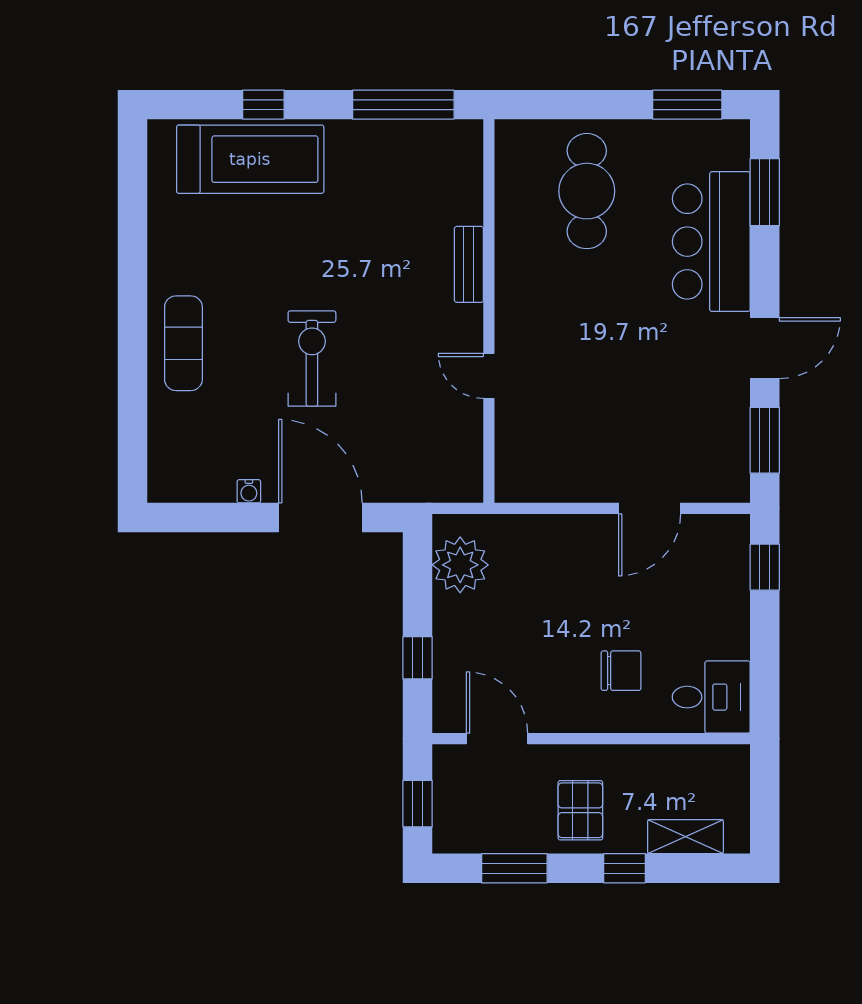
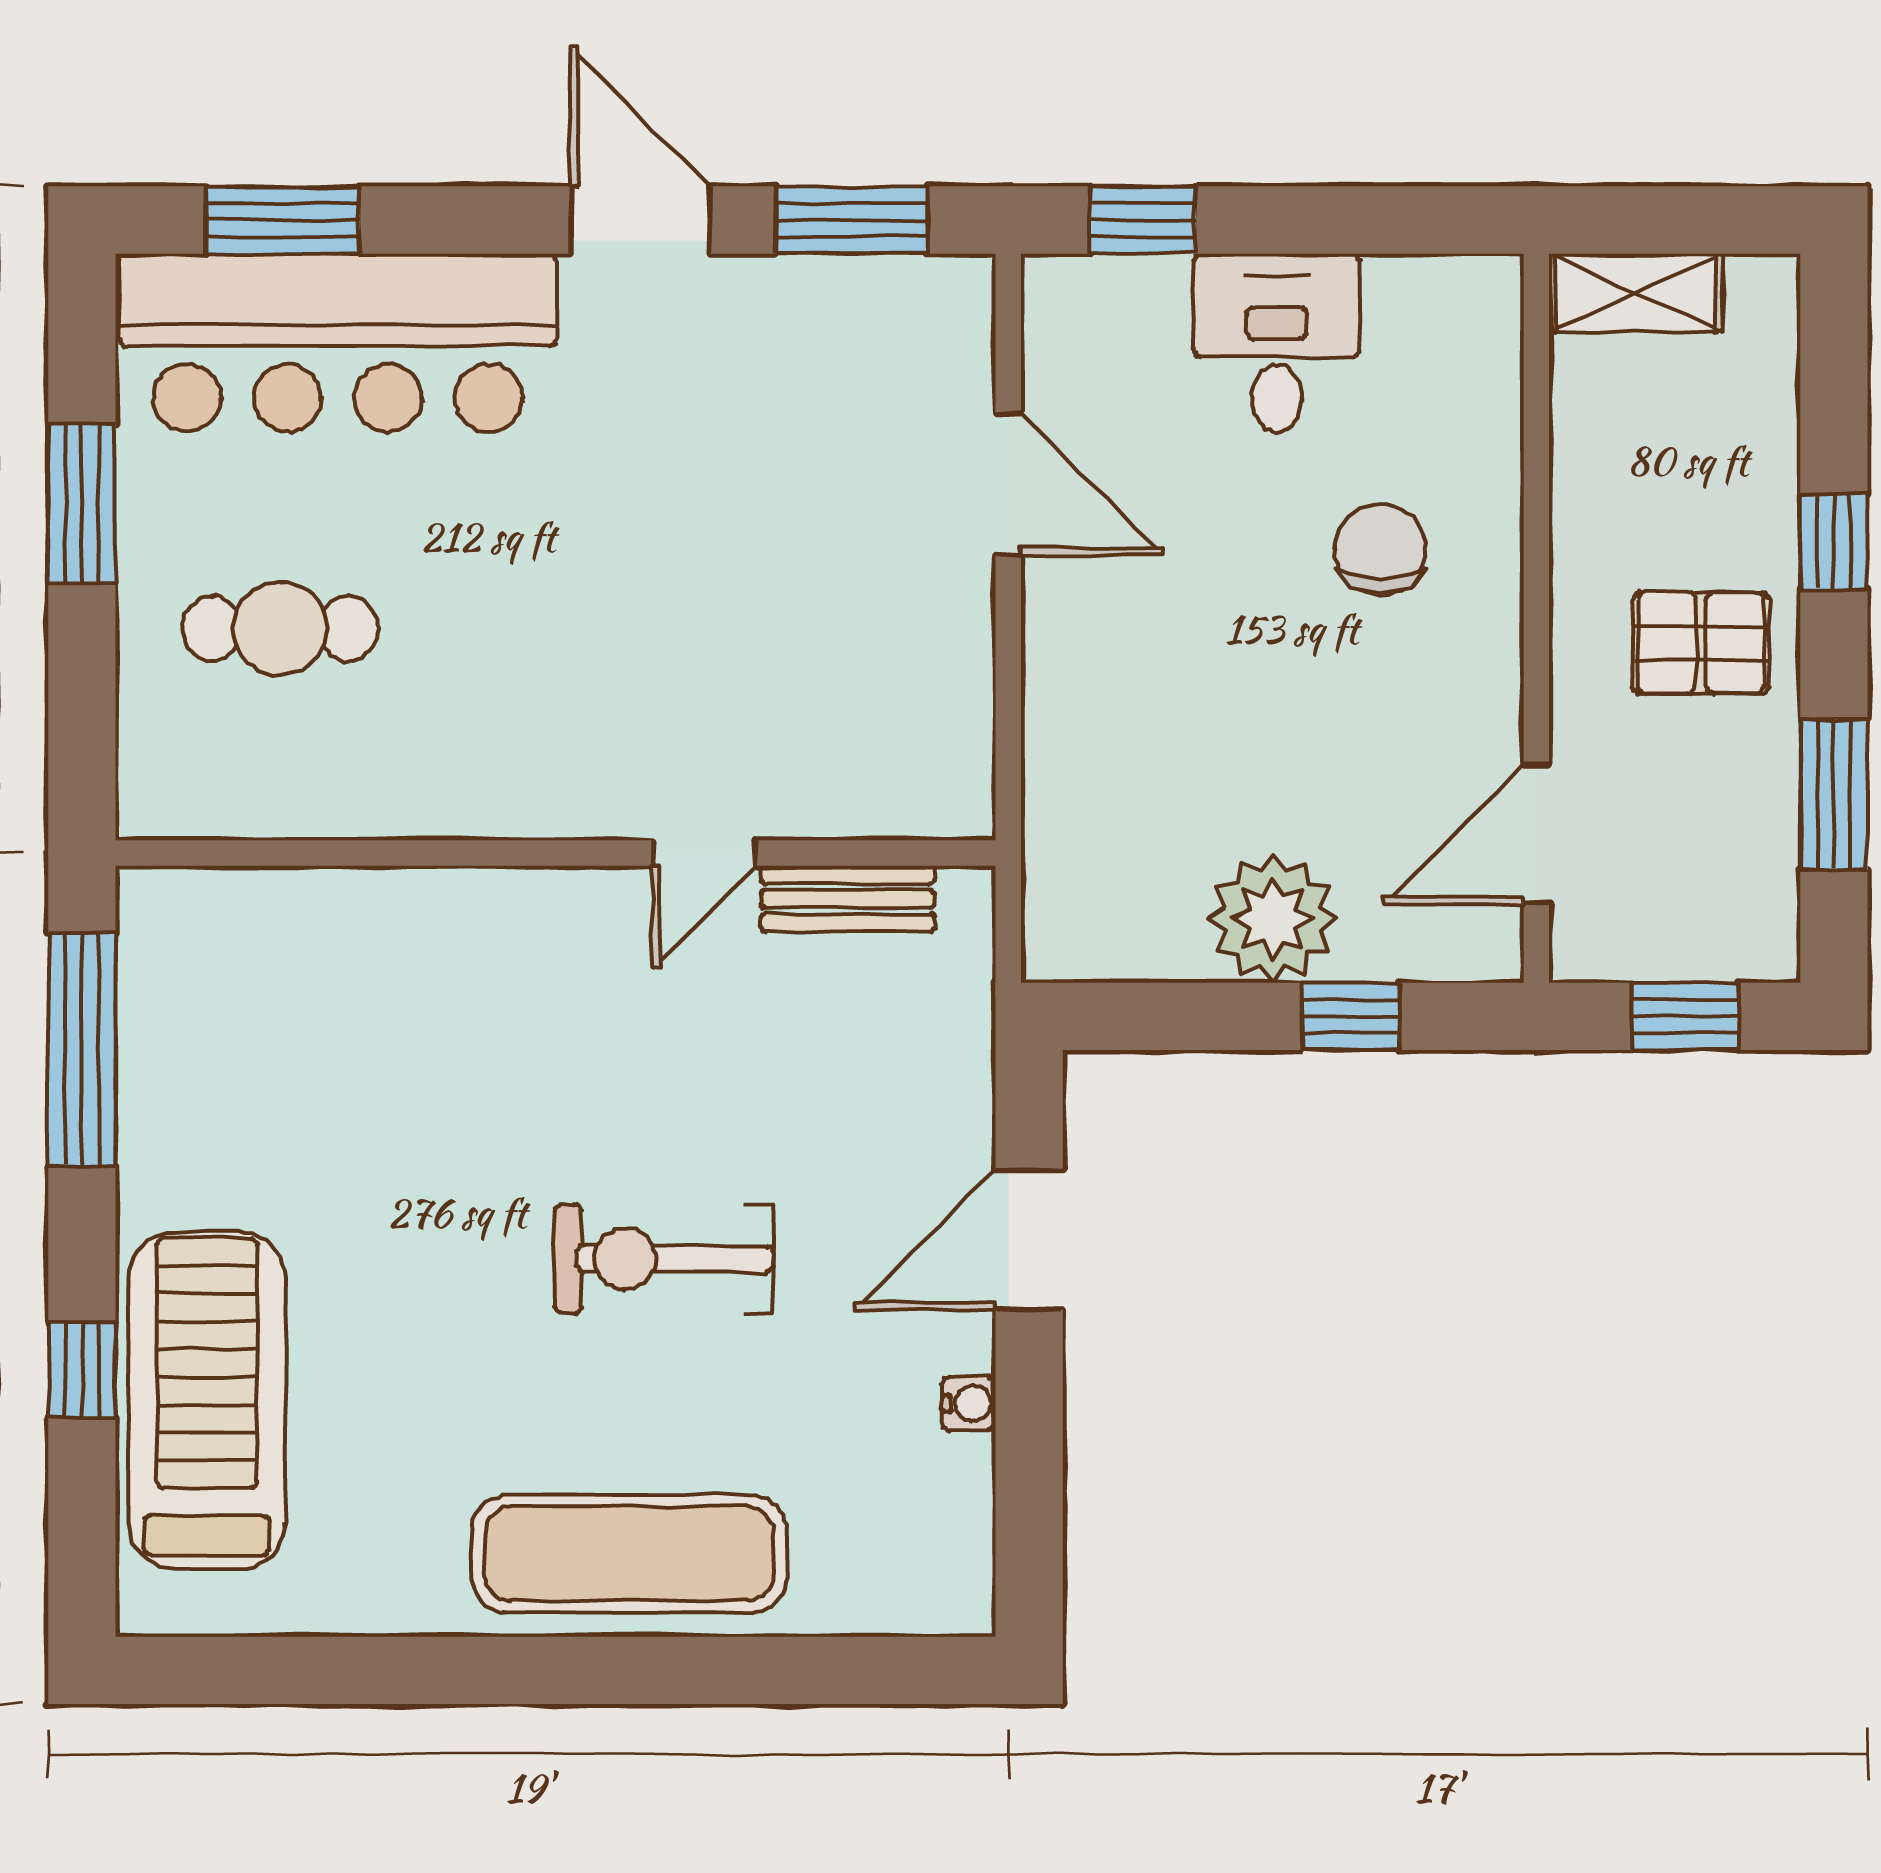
window: (687, 105) -> (82, 503), moved
cafe table: (587, 191) -> (280, 628), width x0.73, depth x0.74
bar counter: (711, 242) -> (338, 343), width x1.36
bench: (469, 264) -> (848, 899), moved
exercise mat: (183, 343) -> (629, 1554), width x1.36, depth x1.45
door: (320, 518) -> (1029, 1240), width x0.73
plant: (460, 565) -> (1273, 919), moved
desk: (711, 697) -> (1277, 343), moved
shelving: (685, 837) -> (1636, 293), moved, turned 90

